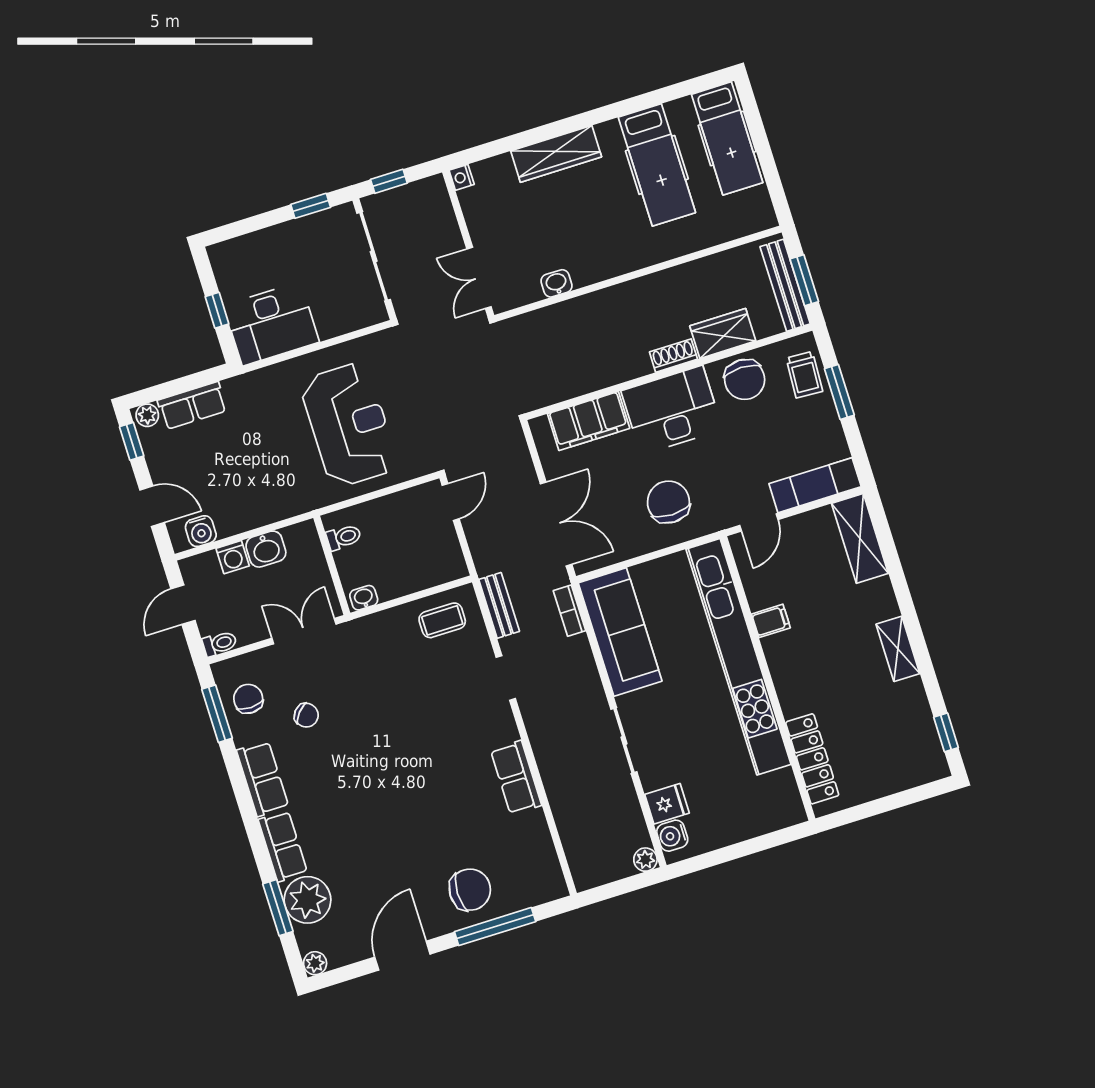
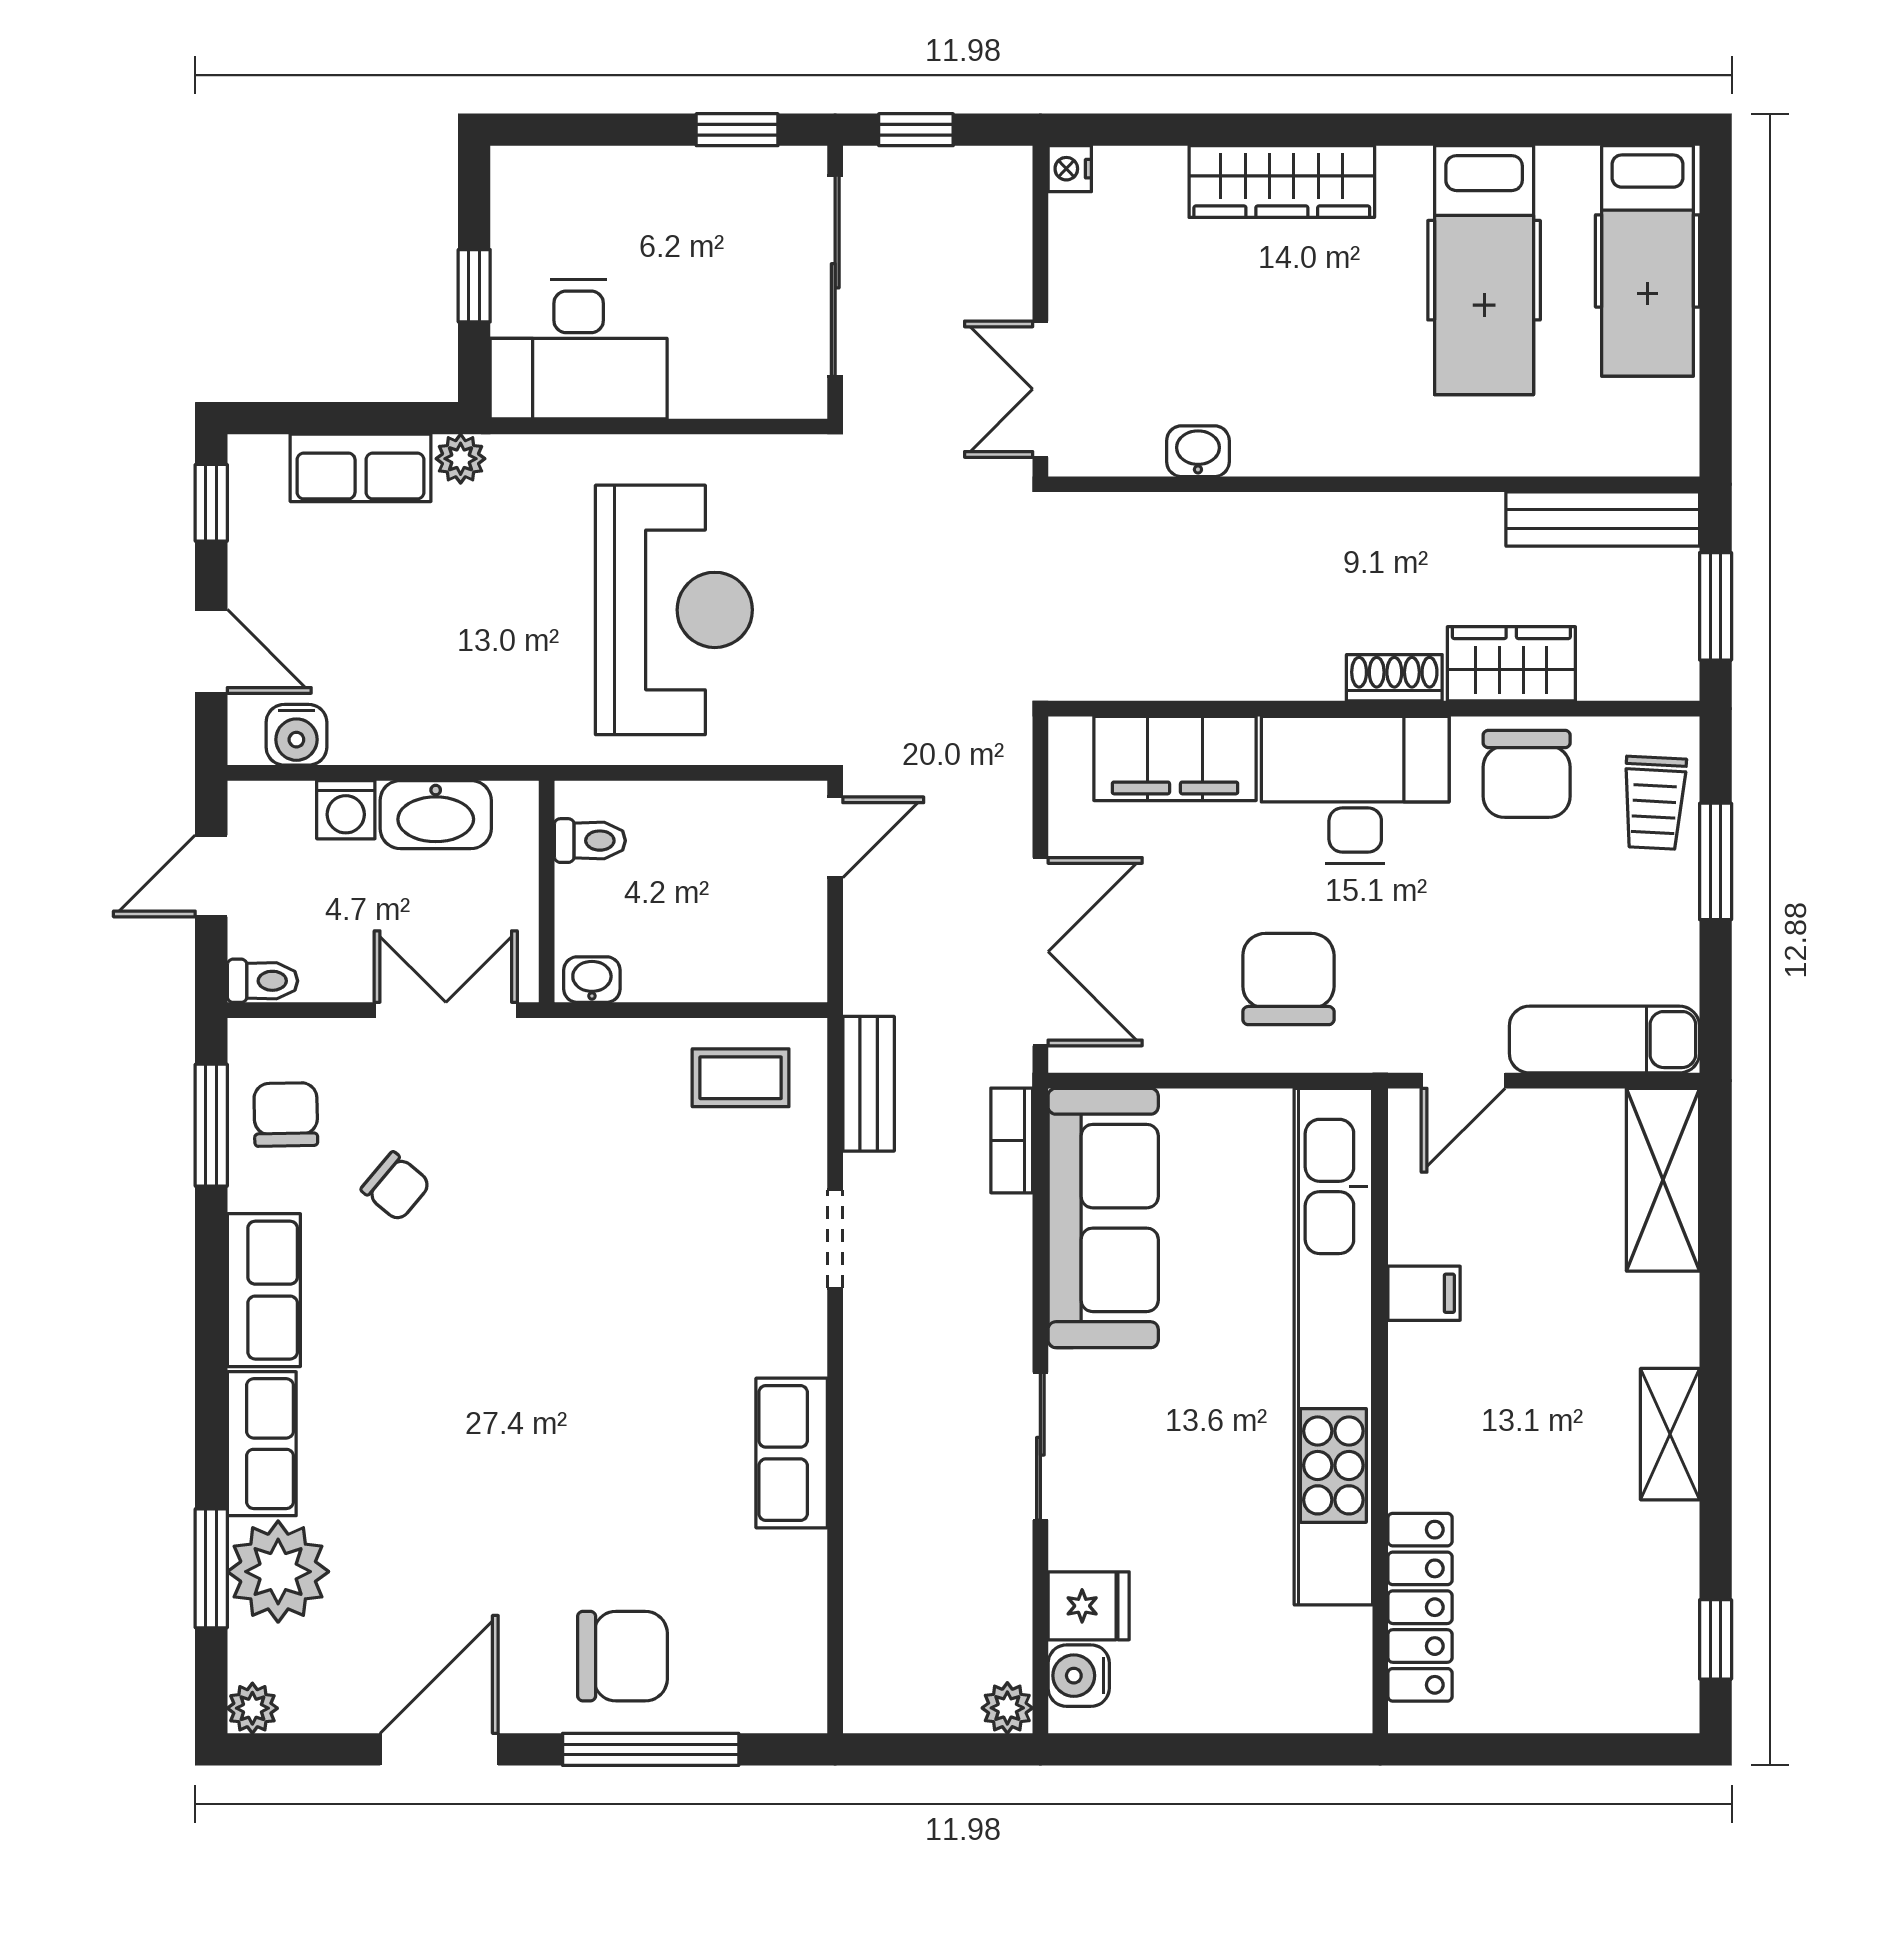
bench: (785, 285) -> (1603, 519), moved, turned 90
plant: (147, 415) -> (461, 459), moved
washbasin: (266, 549) -> (436, 815), width x1.38

